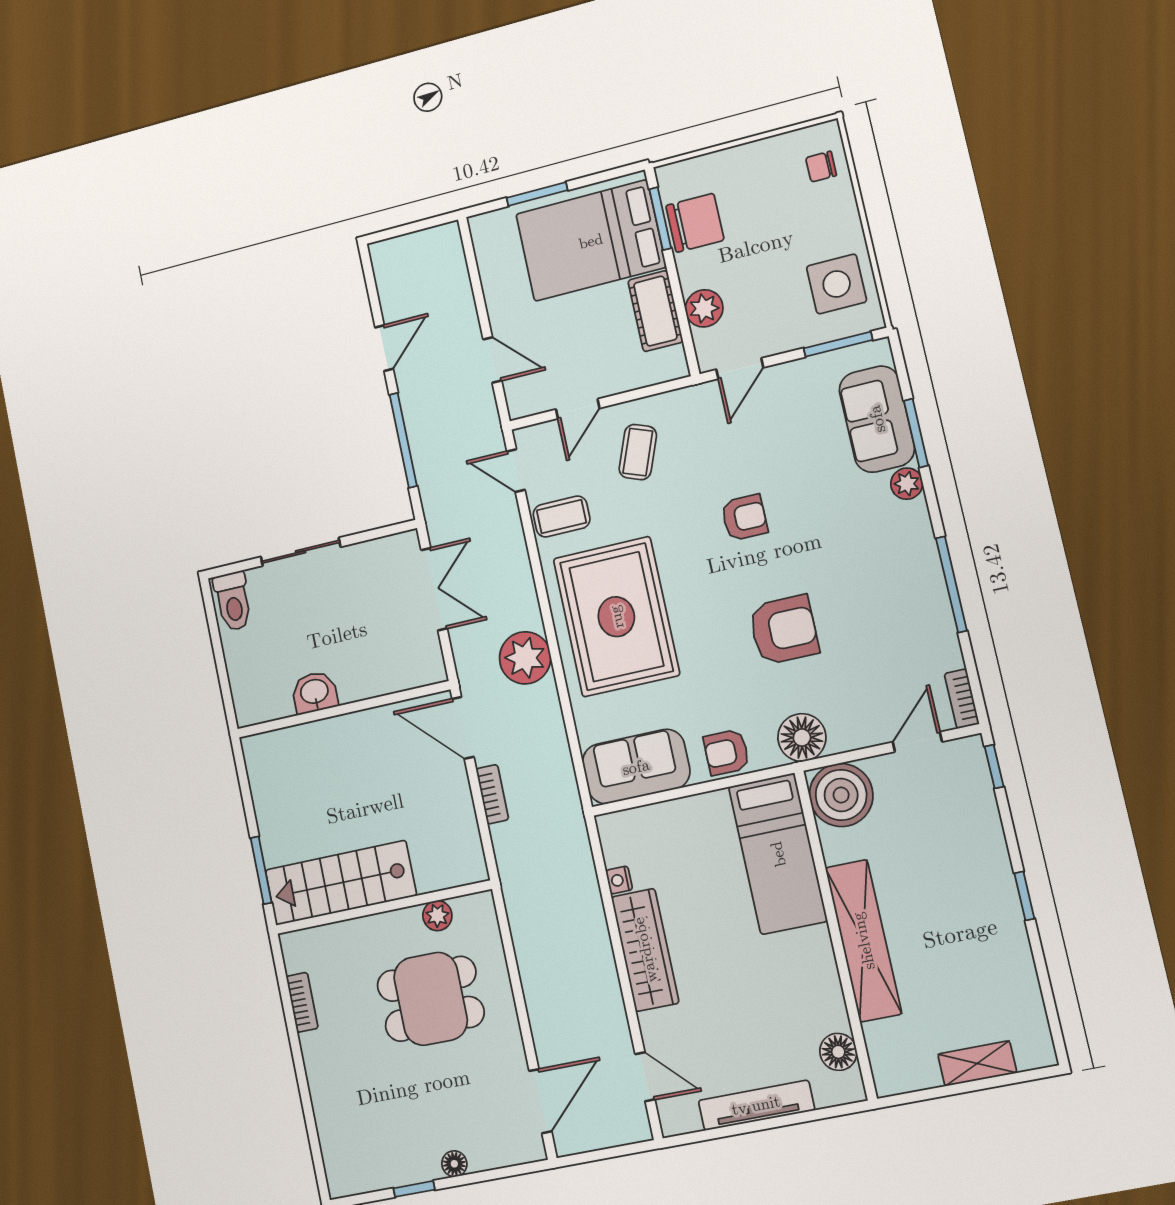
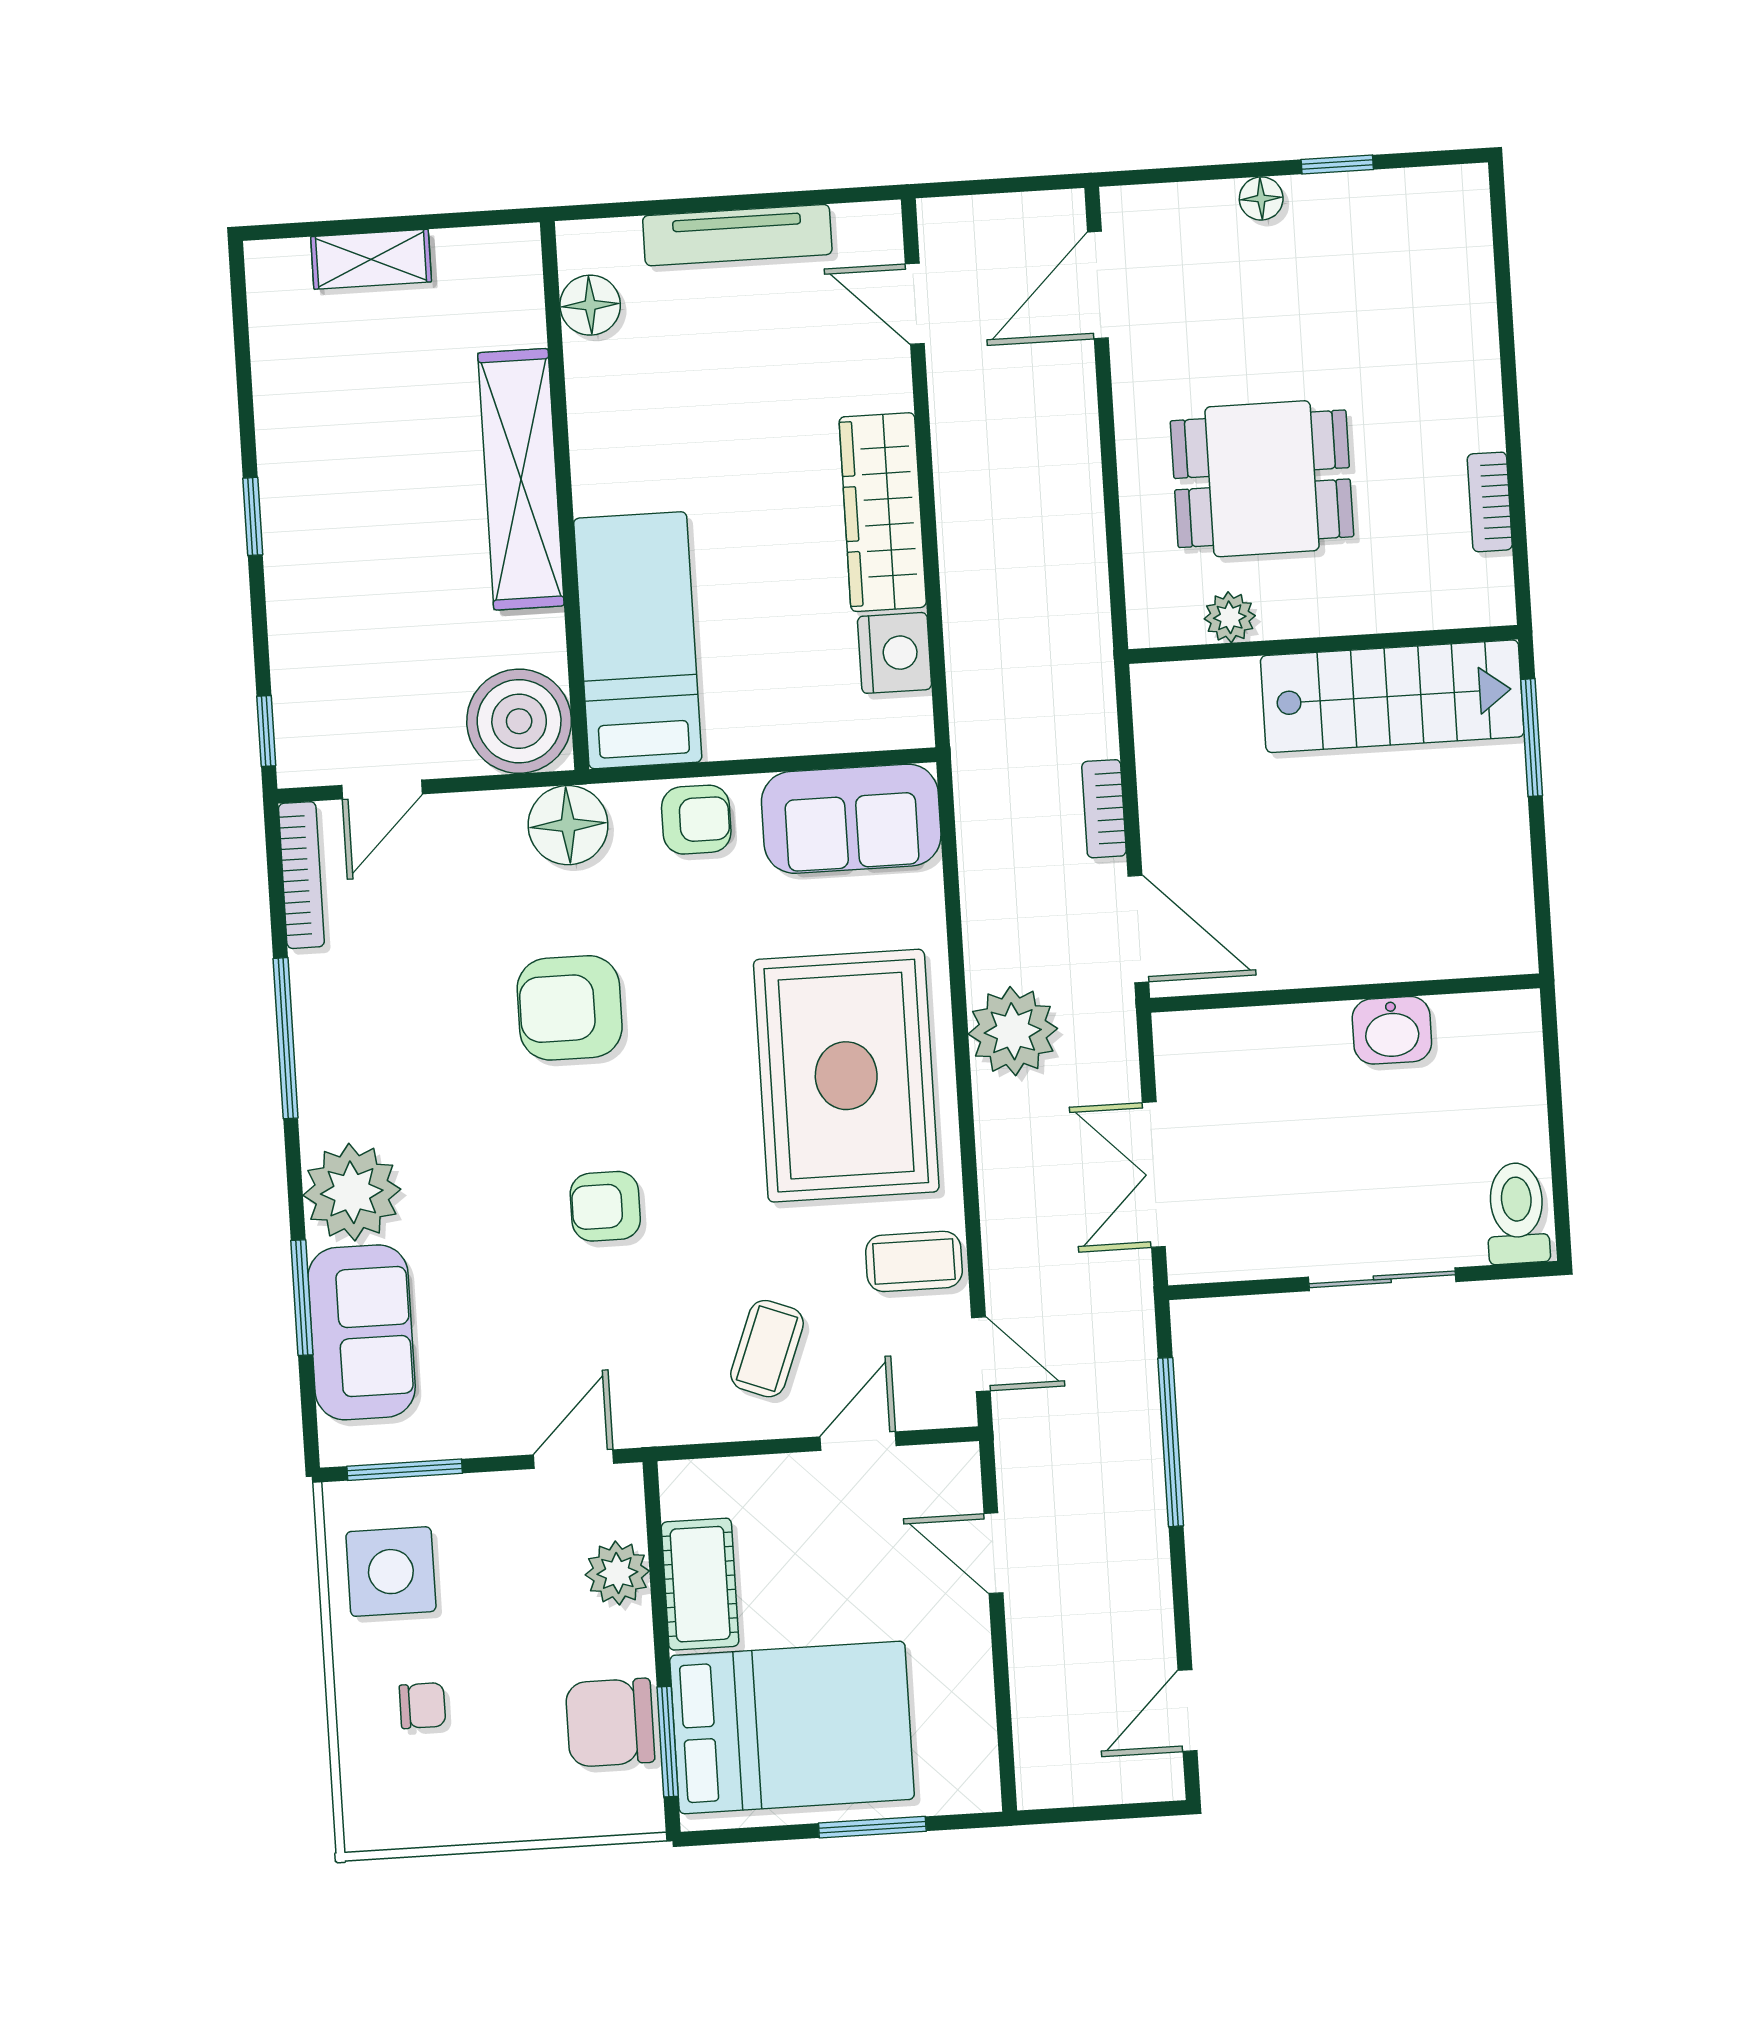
chair: (821, 167) -> (422, 1706), moved
door: (384, 348) -> (1188, 1711), moved
plant: (907, 484) -> (352, 1192), width x1.87, depth x1.87
bookcase: (962, 699) -> (301, 875), width x1.56
nightstand: (619, 880) -> (895, 653), width x1.89, depth x1.79

